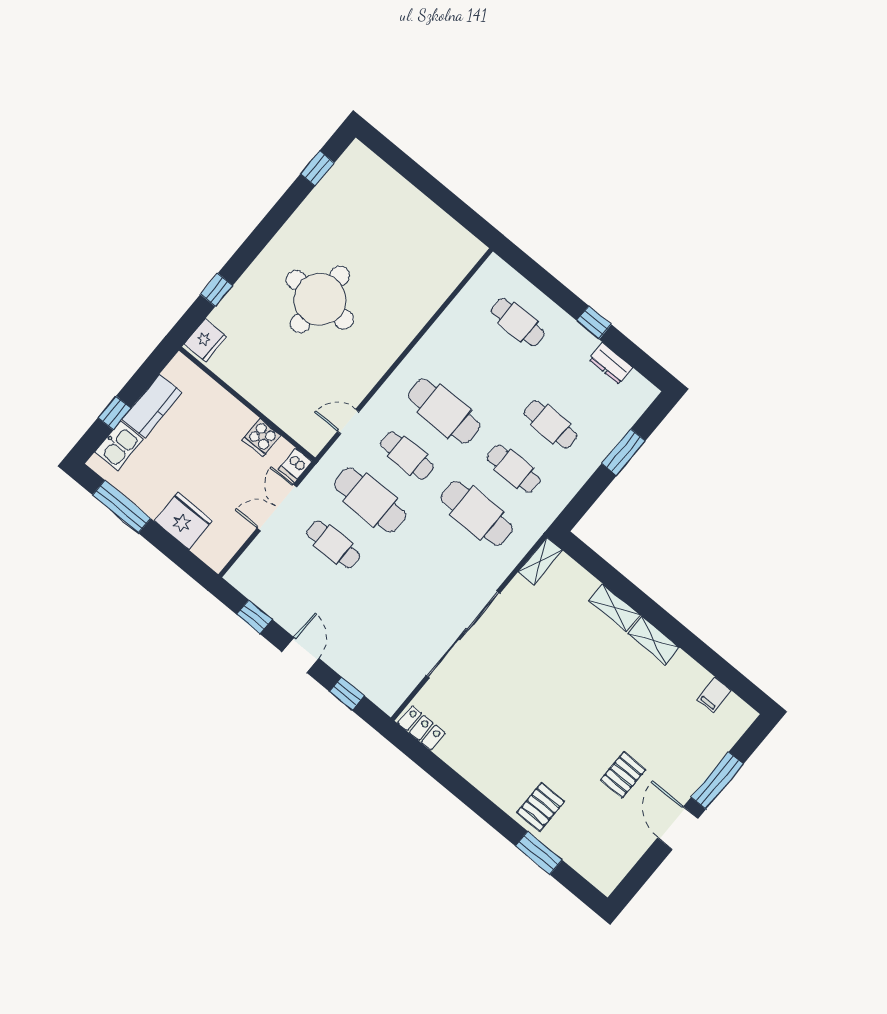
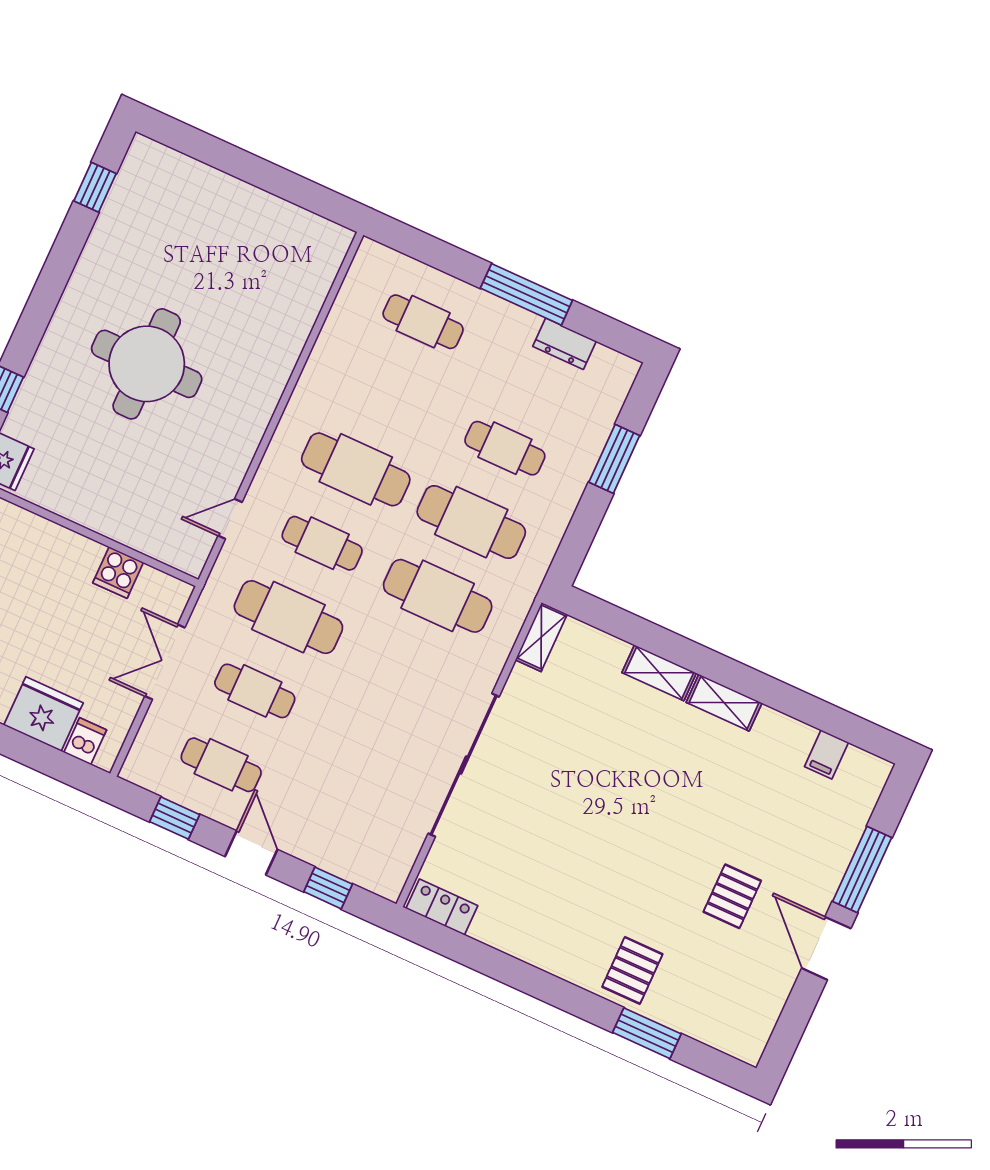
window: (594, 323) -> (526, 294), width x2.17
dishwasher: (295, 465) -> (85, 741), moved, turned 180
cafe table: (514, 469) -> (471, 522), width x1.37, depth x1.35
cafe table: (296, 589) -> (221, 765), added

